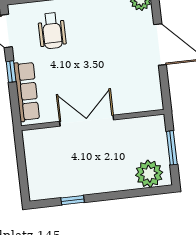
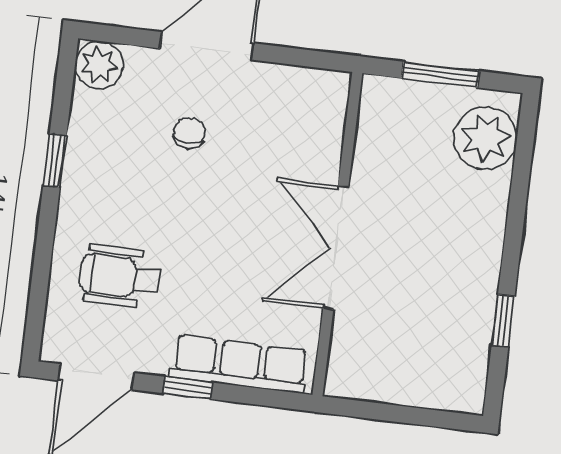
wheelchair: (52, 31) -> (119, 276), turned 180
chair: (121, 46) -> (189, 133), added

